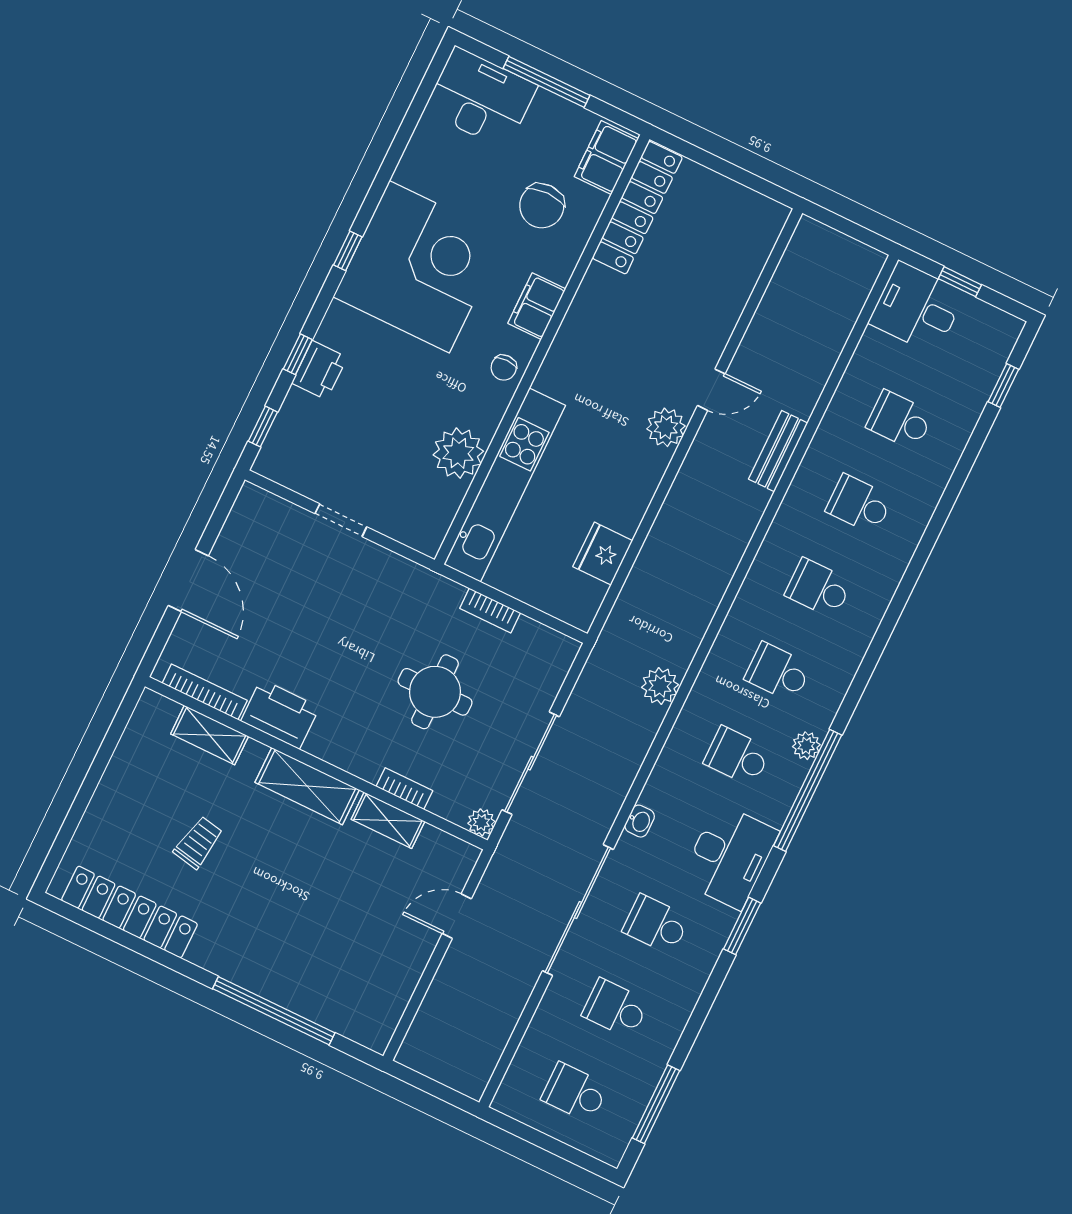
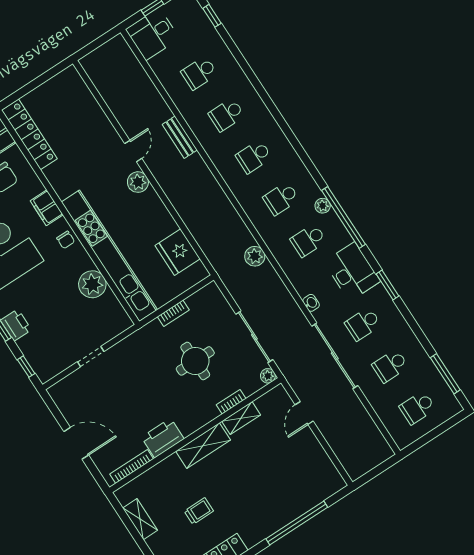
kitchen unit: (505, 485) -> (109, 256), width x1.36
fridge: (603, 554) -> (178, 252), width x1.36, depth x1.34
shelving: (210, 735) -> (140, 519), moved, turned 90
trolley: (198, 842) -> (199, 511), turned 79

